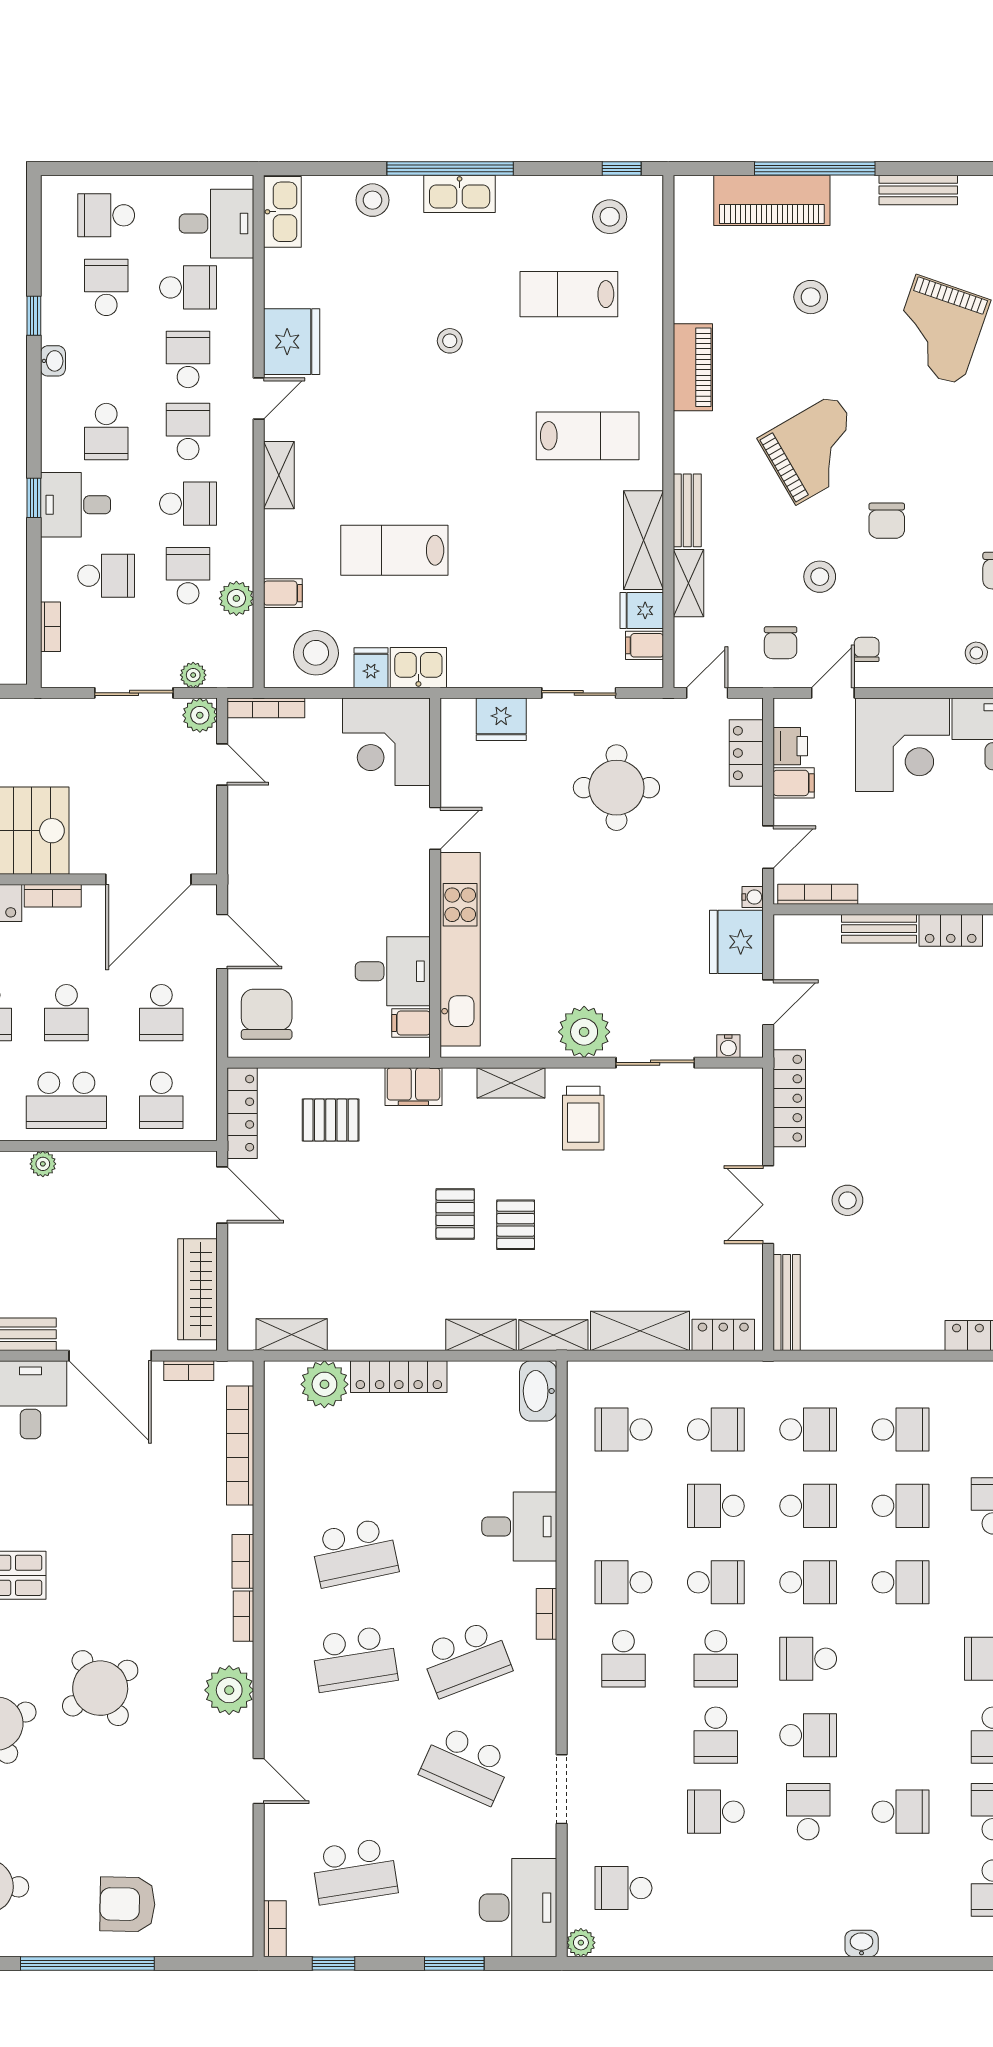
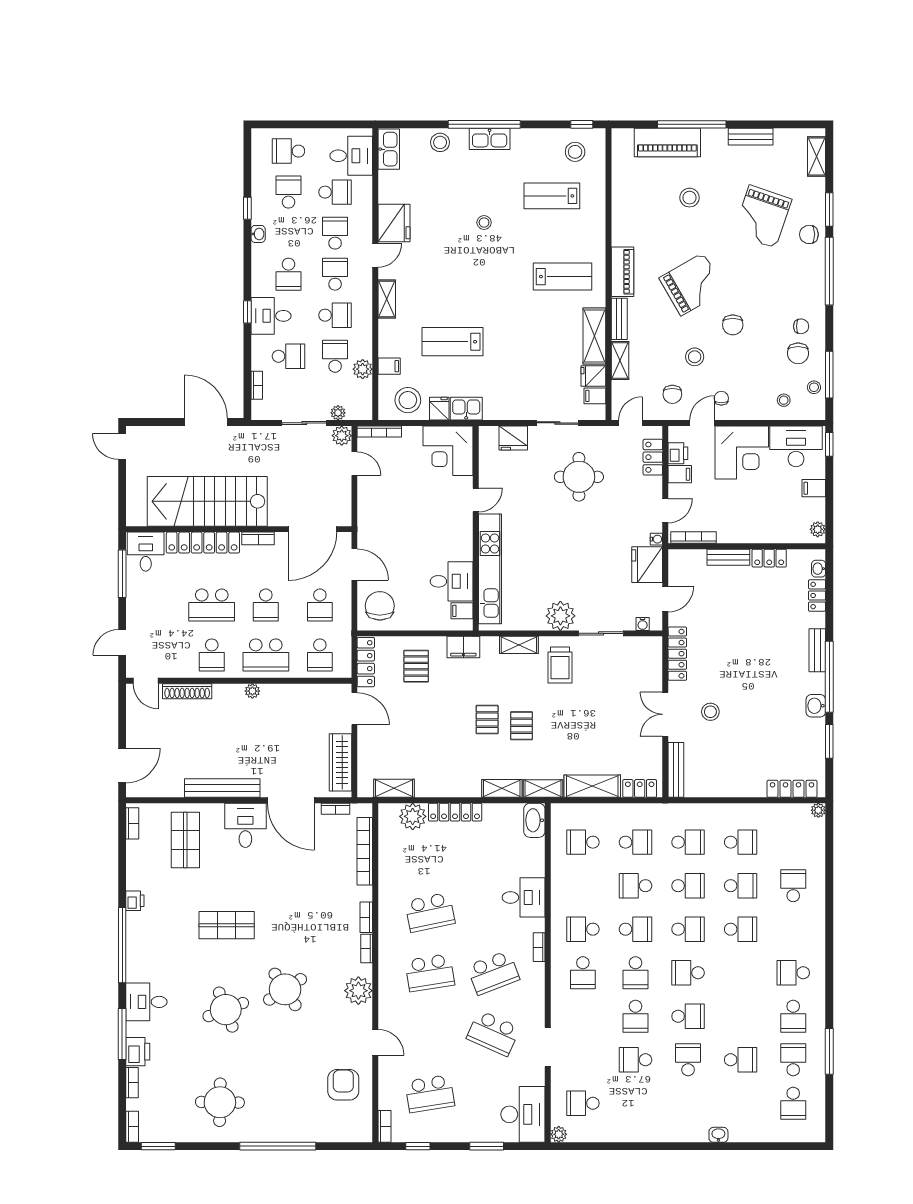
piano: (693, 367) -> (622, 272), moved
pallet: (331, 1120) -> (416, 666), turned 90
armchair: (127, 1904) -> (343, 1085), moved, turned 89

